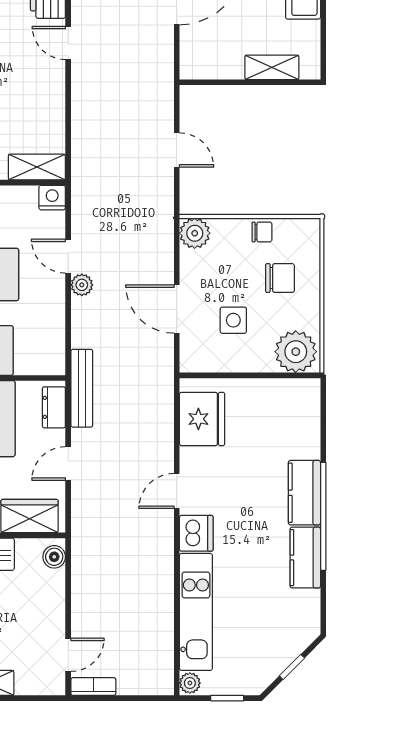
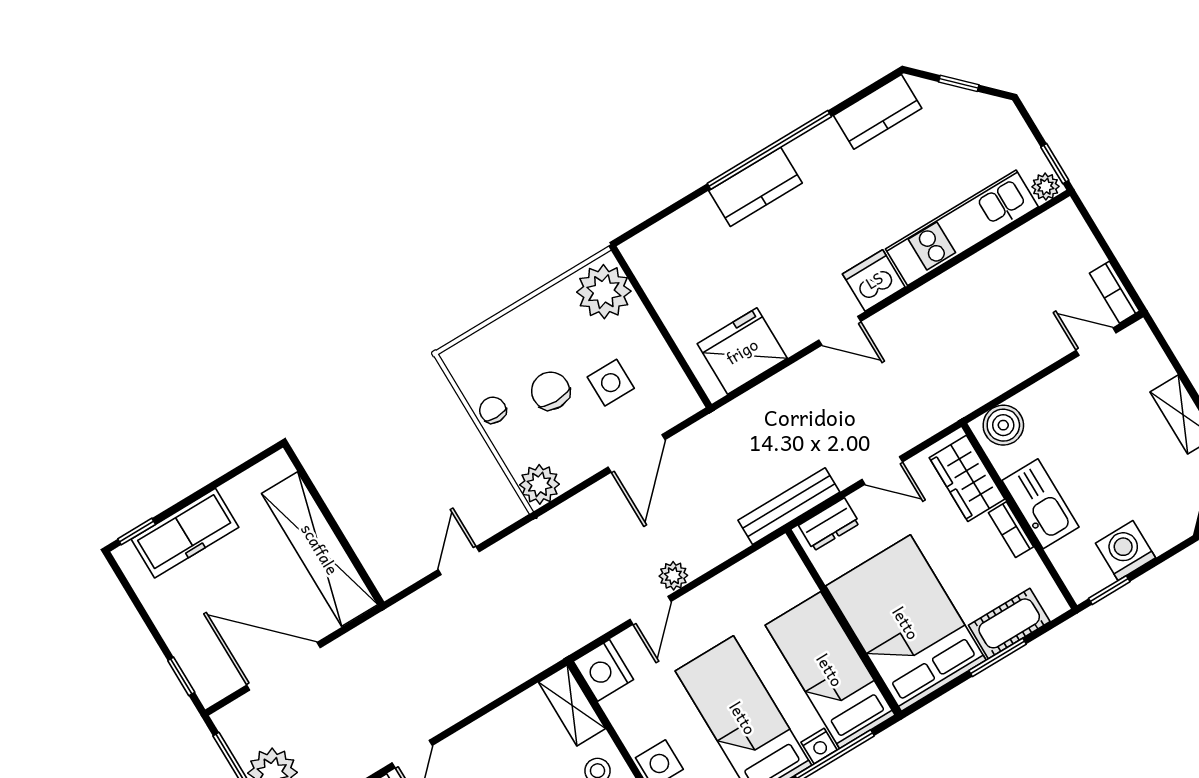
shelving: (272, 67) -> (320, 549), width x2.20, depth x1.33
nightstand: (52, 198) -> (603, 670), width x1.36, depth x1.33
chair: (280, 278) -> (551, 391), moved
boiler: (54, 557) -> (1003, 425), width x1.36, depth x1.36
kitchen counter: (305, 558) -> (878, 112), moved
window: (227, 698) -> (1055, 164), moved

